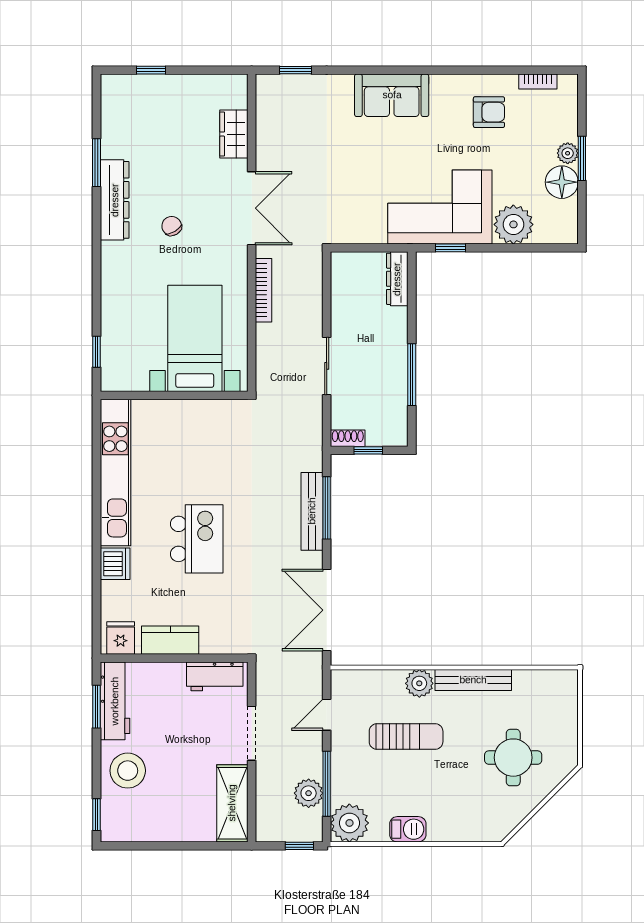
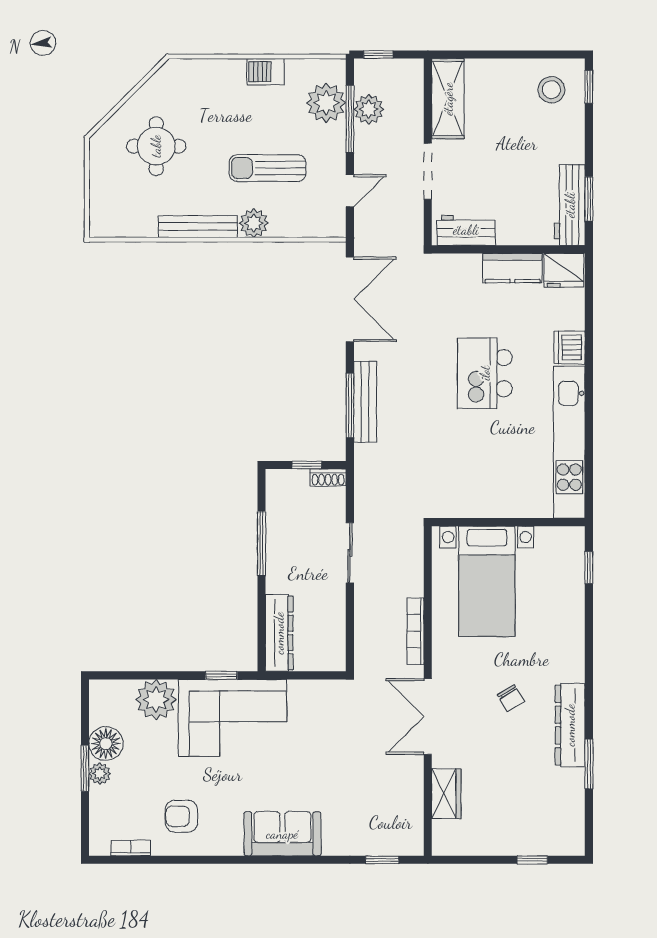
dresser: (397, 279) -> (279, 633), width x1.37, depth x1.24
fridge: (121, 638) -> (564, 270), width x1.38
stool: (128, 771) -> (551, 90), moved, width x0.73, depth x0.73
plant: (349, 823) -> (326, 103), moved

